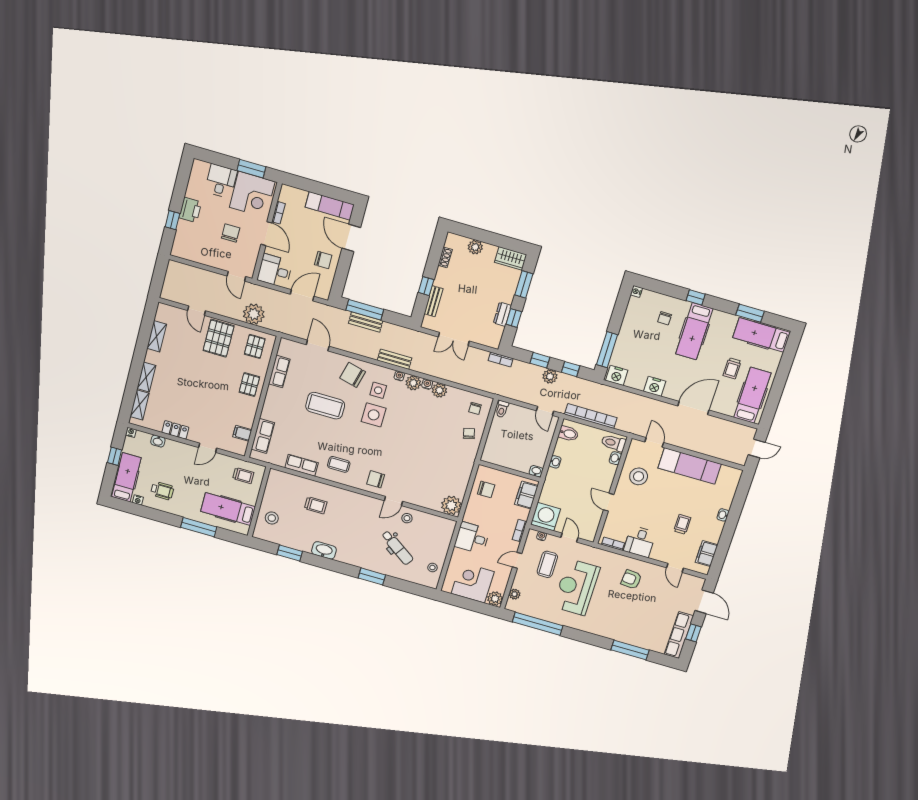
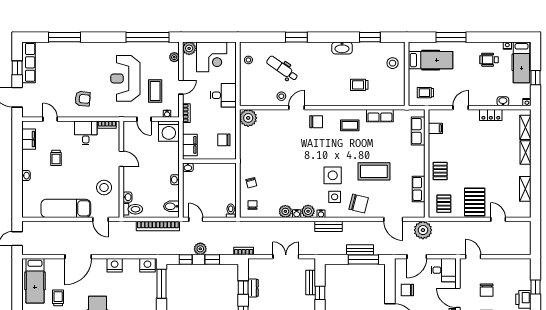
plant: (254, 314) -> (423, 230), moved
reception desk: (576, 587) -> (125, 78), turned 180

